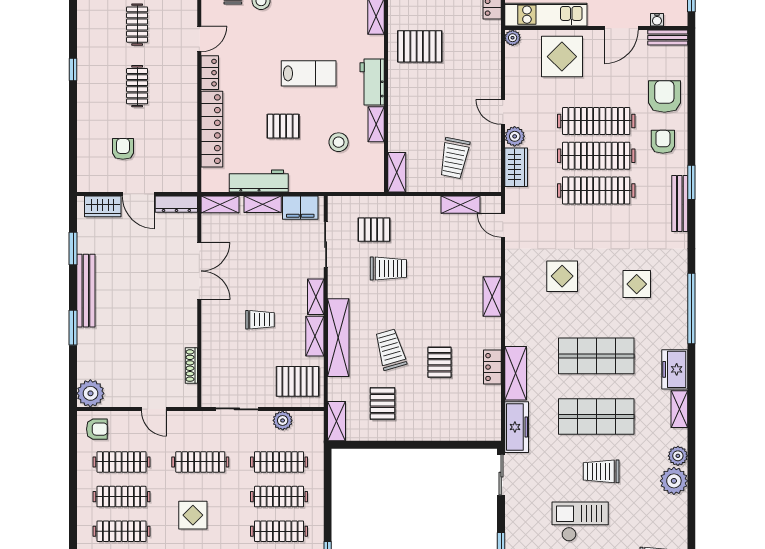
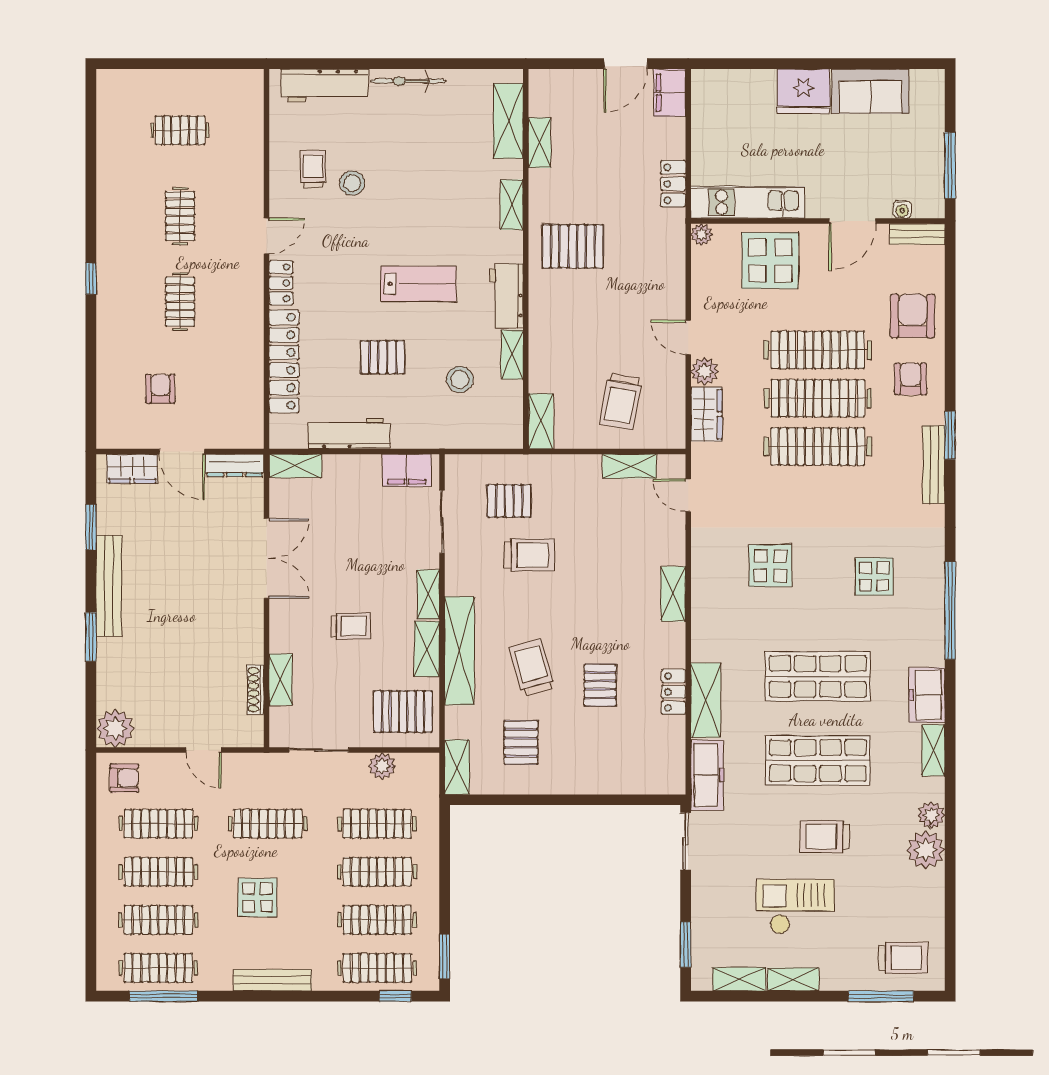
shelving: (263, 204) -> (281, 680), moved, turned 90

